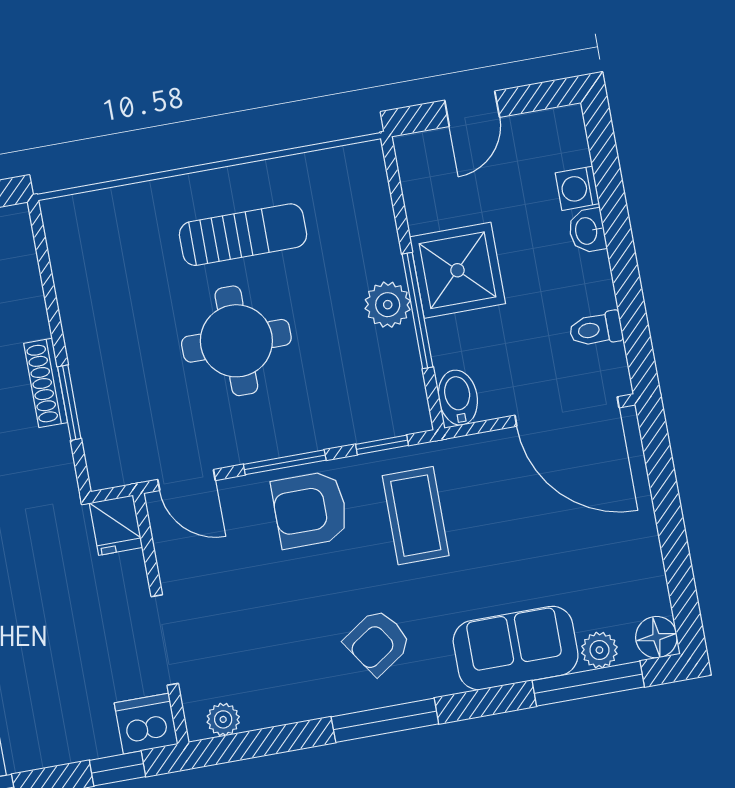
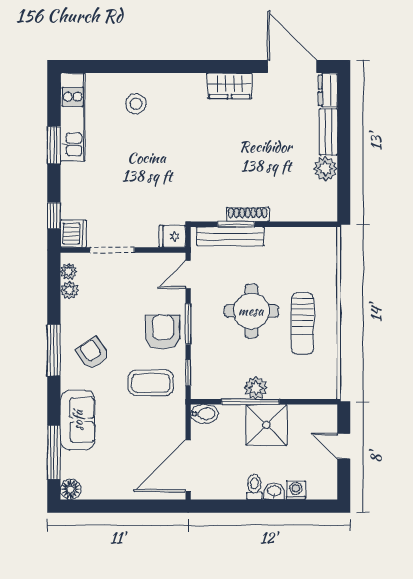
toilet: (596, 329) -> (254, 487), moved
bench: (95, 410) -> (230, 236), added
plant: (599, 650) -> (69, 290), moved

